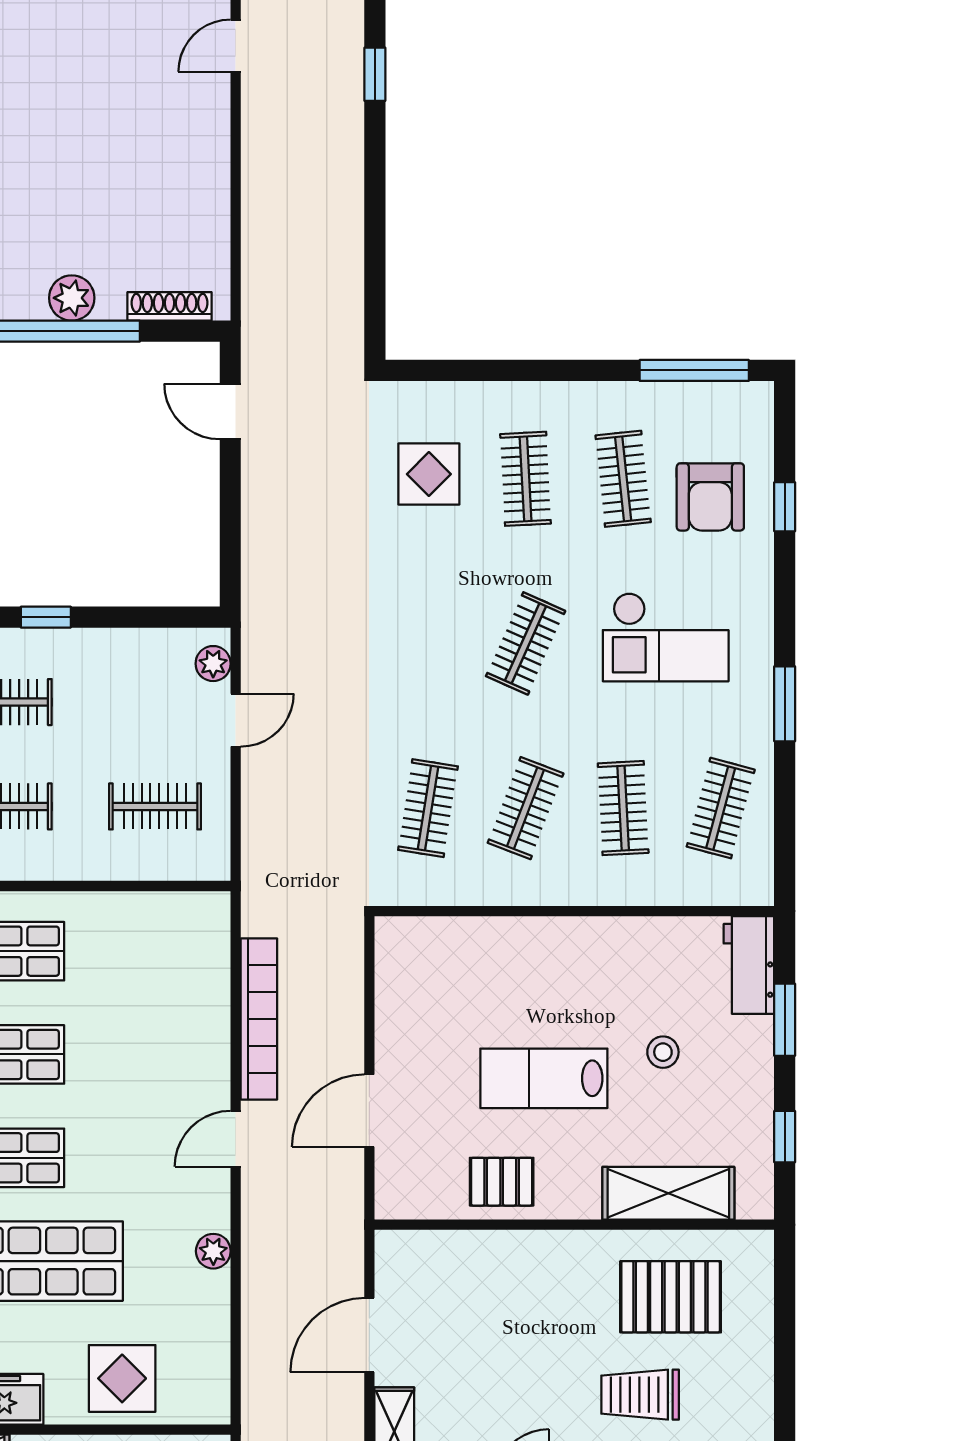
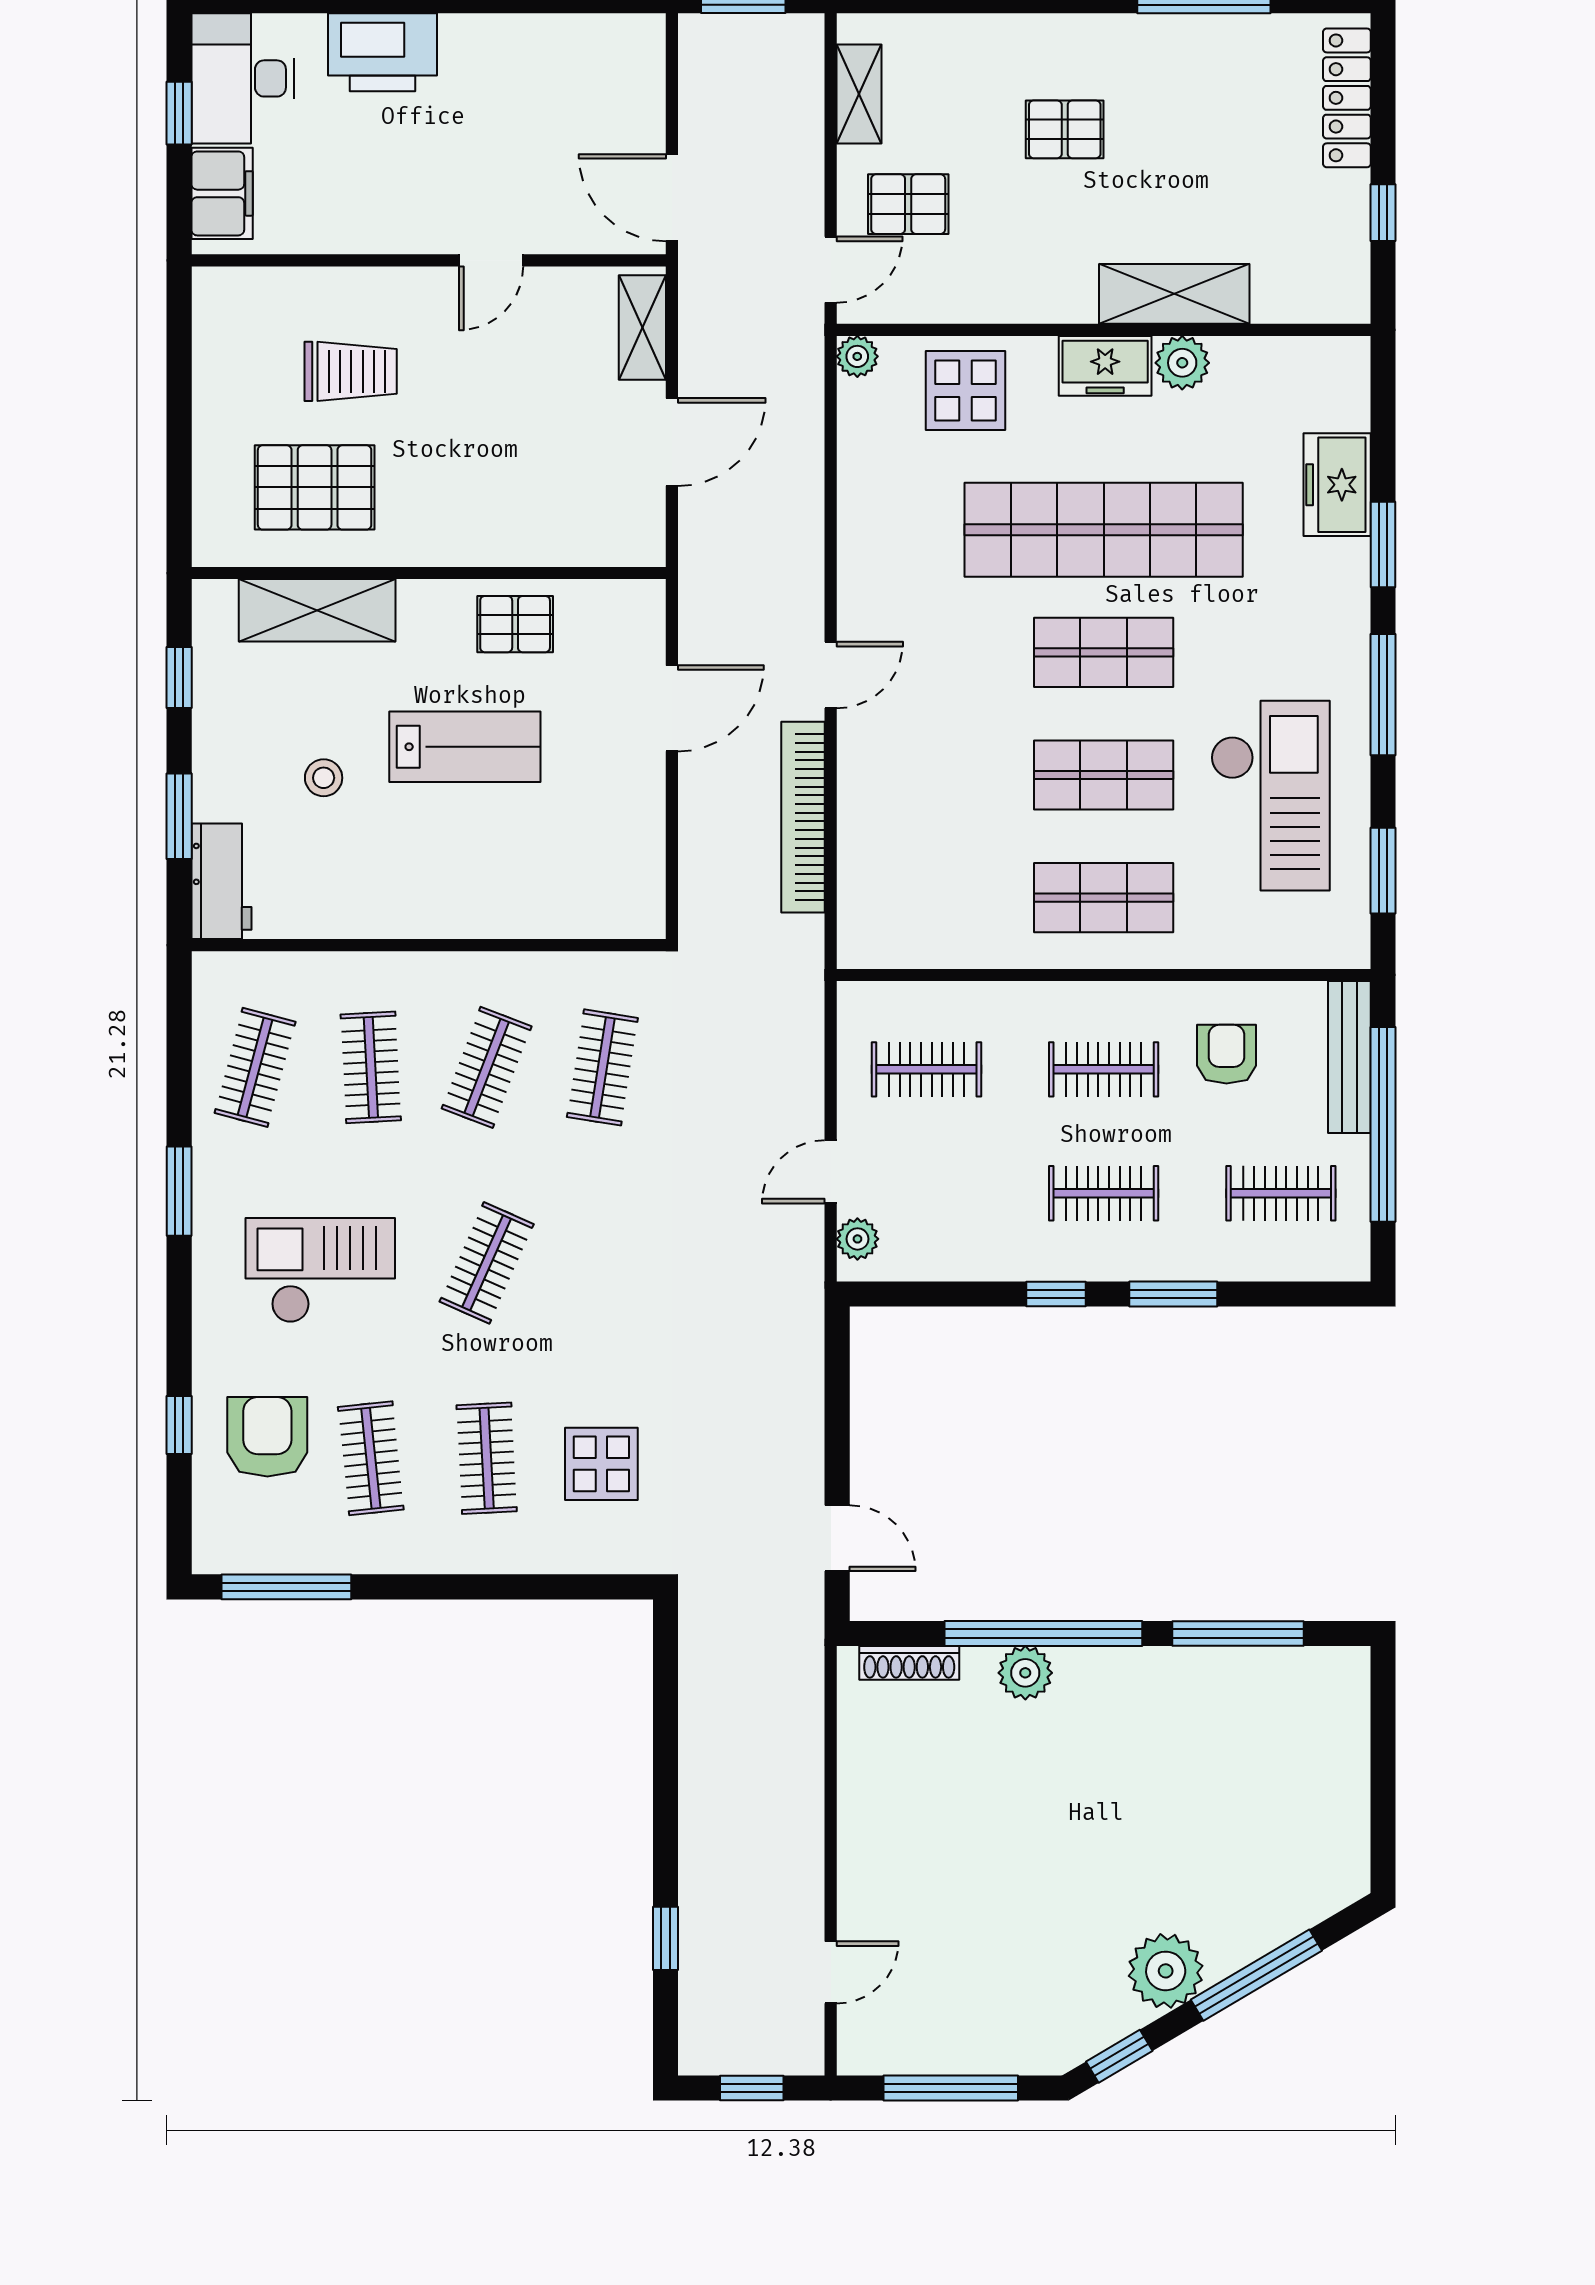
plant: (213, 1251) -> (857, 356), moved

